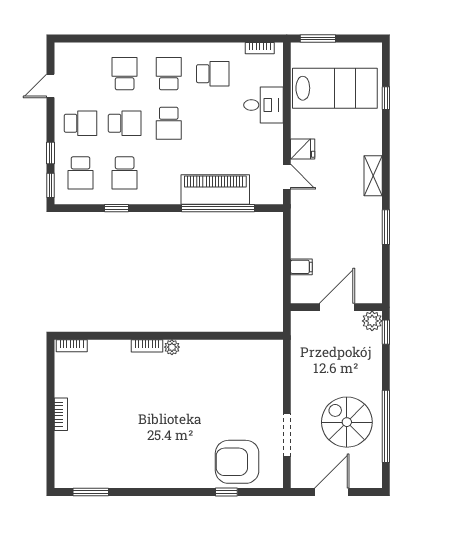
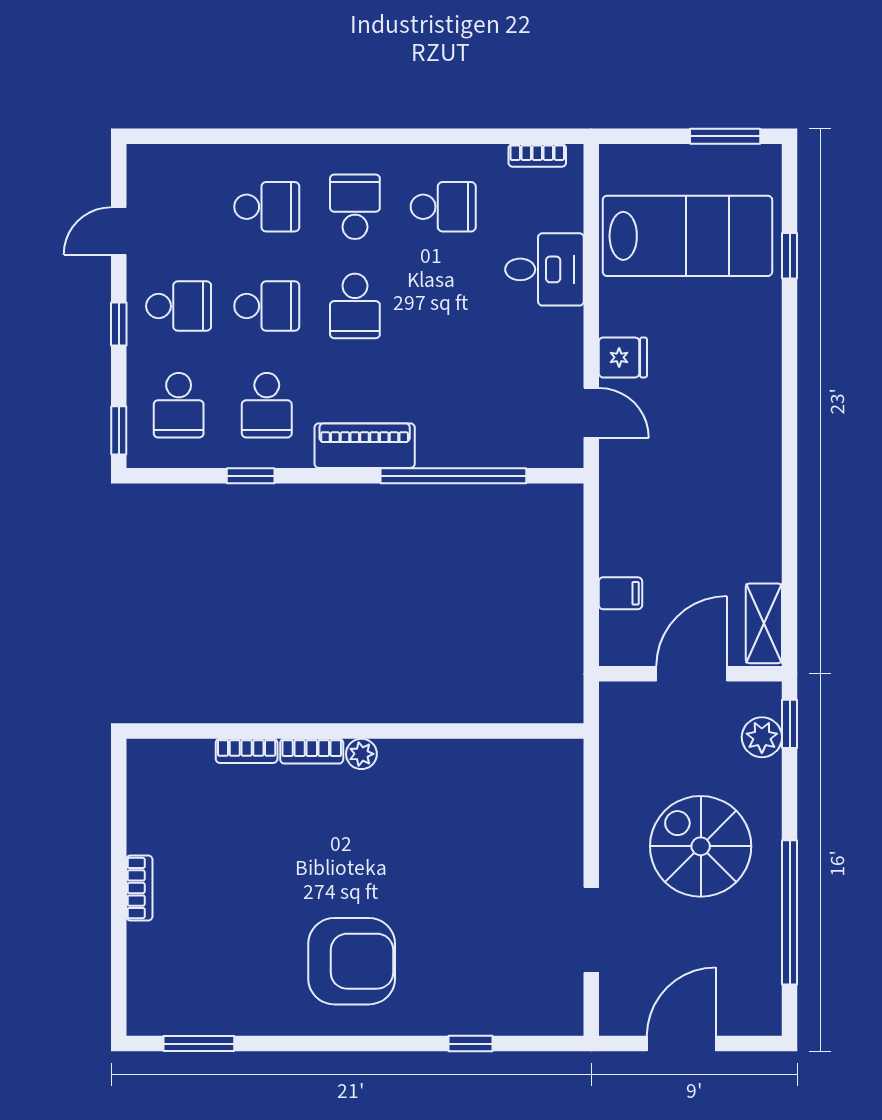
window: (318, 38) -> (725, 136), moved
school desk: (125, 74) -> (267, 207), turned 90
window: (51, 153) -> (119, 324), moved
shelving: (373, 176) -> (764, 623), moved
piano: (215, 189) -> (365, 446), moved, width x0.73, depth x0.75
window: (386, 227) -> (790, 514), removed
plant: (372, 321) -> (762, 737), moved
bookcase: (72, 346) -> (247, 751), moved
spiral stairs: (347, 422) -> (701, 846), moved
armchair: (237, 462) -> (352, 961), moved, turned 180

